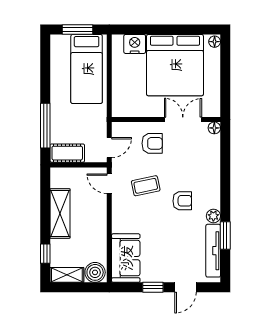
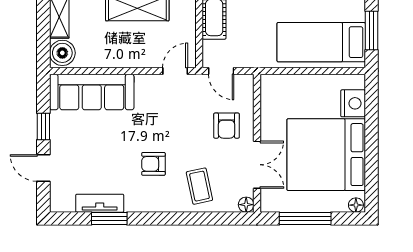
window: (225, 82) -> (305, 219), added
coffee table: (146, 186) -> (199, 186), moved
armchair: (182, 201) -> (153, 164), turned 90
plant: (213, 216) -> (134, 204), removed
tv unit: (213, 251) -> (100, 203), width x0.71
sofa: (126, 258) -> (92, 92), width x1.36

